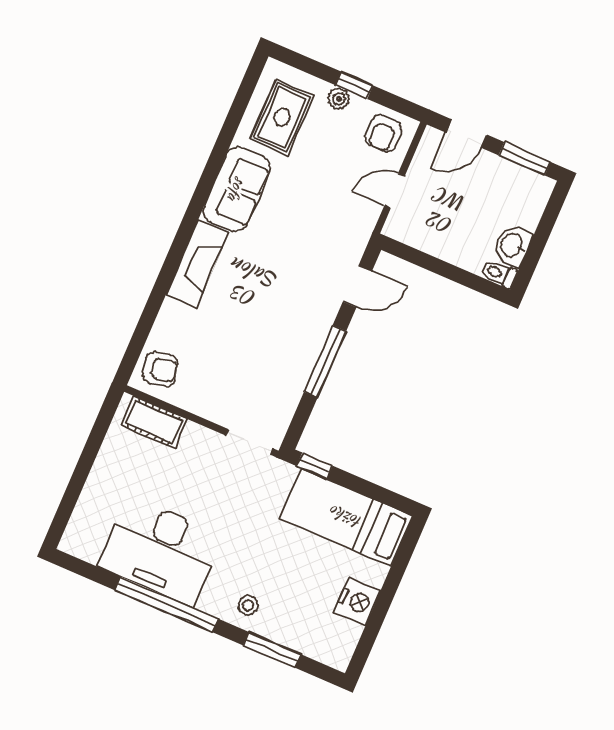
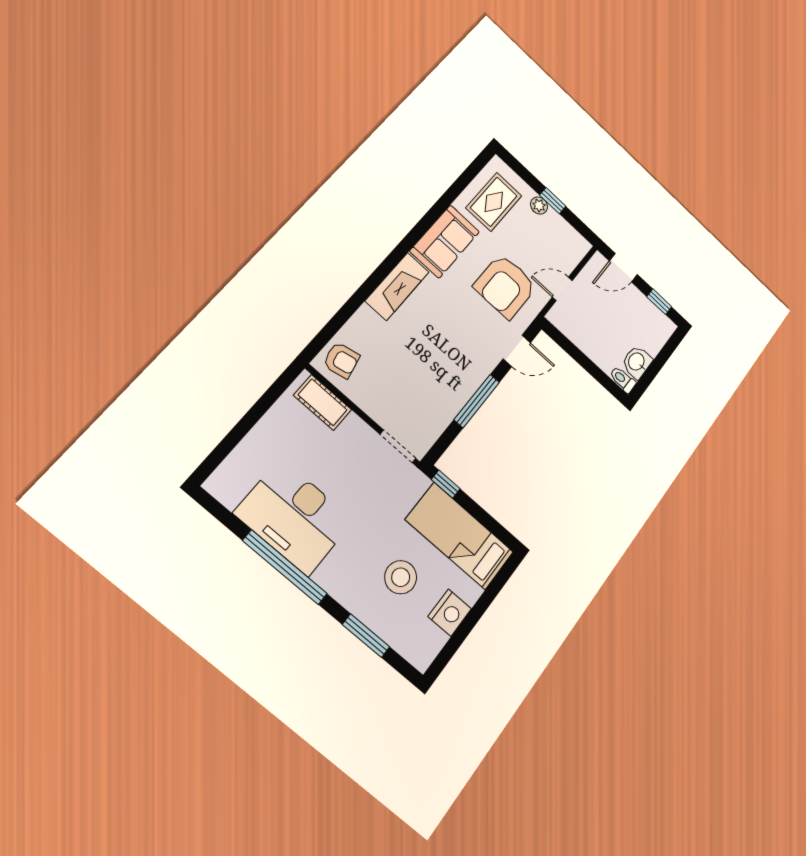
armchair: (383, 133) -> (505, 286), moved, width x1.88, depth x1.88
window: (525, 159) -> (659, 302), width x0.67
stool: (248, 605) -> (401, 577), moved, width x1.89, depth x1.89

